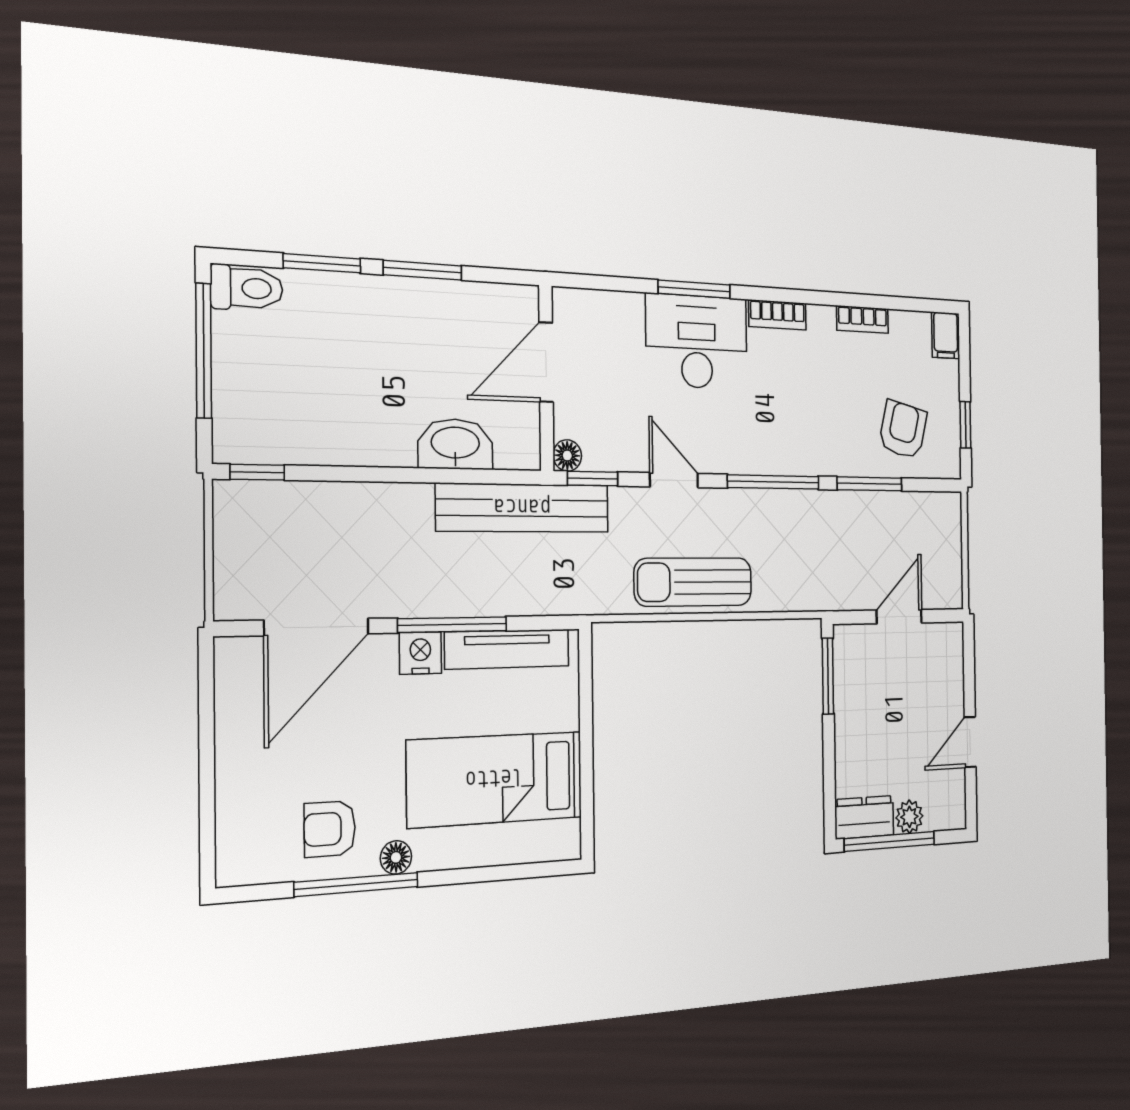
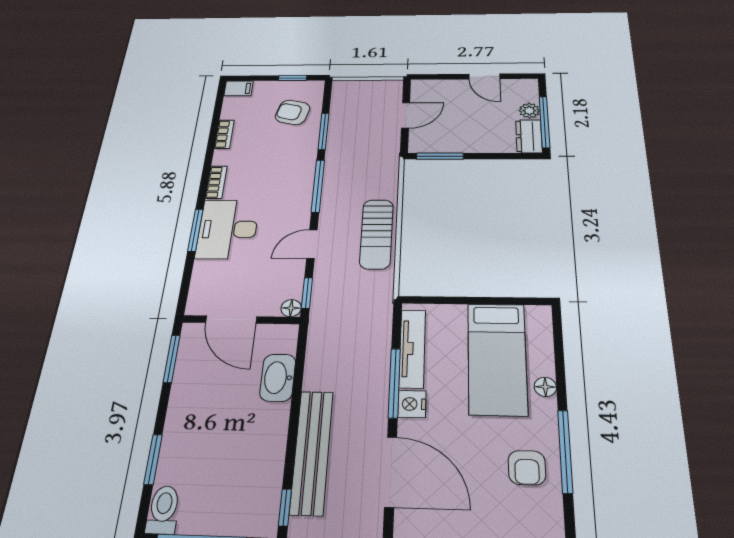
window: (423, 270) -> (172, 359), moved
bench: (523, 508) -> (312, 452), moved
door: (899, 617) -> (406, 115), swing flipped
floor lamp: (396, 857) -> (545, 387), moved

